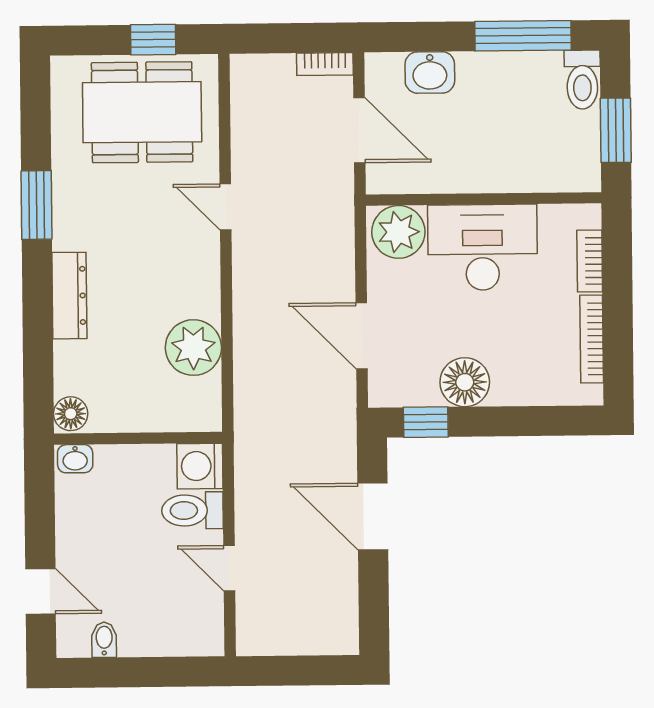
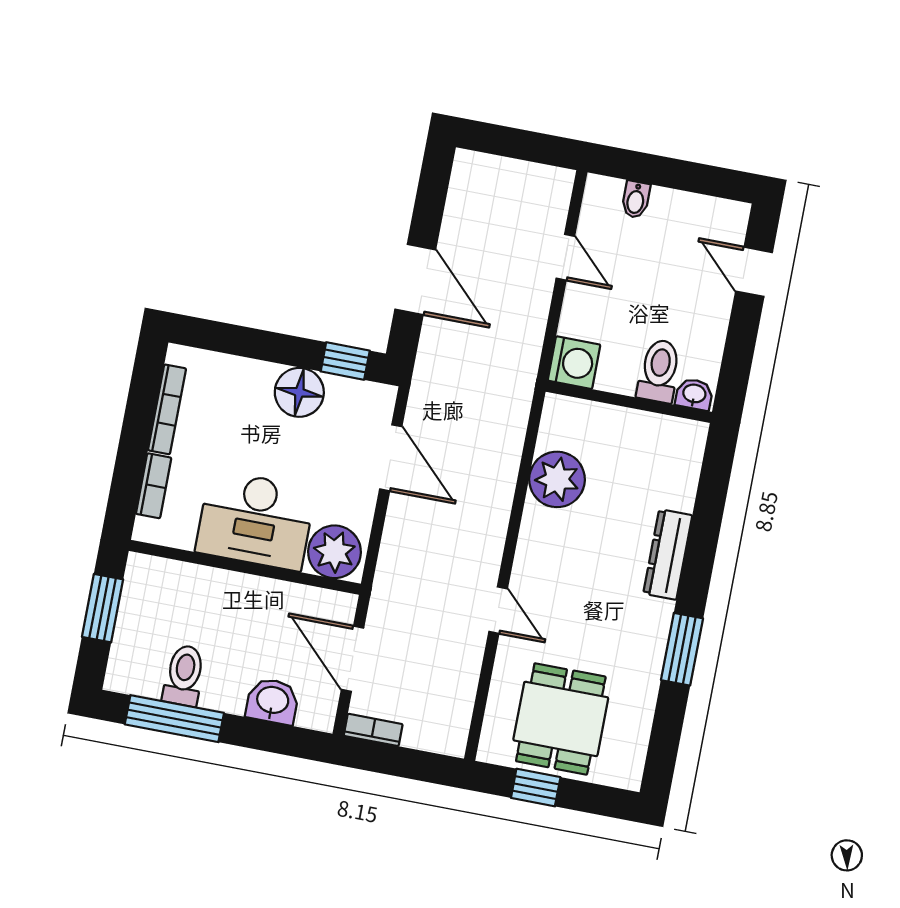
toilet: (582, 80) -> (184, 675), moved
dining table: (142, 112) -> (561, 719), width x0.73
floor lamp: (71, 414) -> (690, 439), removed
toilet: (192, 510) -> (659, 371), moved, turned -90
bidet: (104, 640) -> (636, 200), moved

